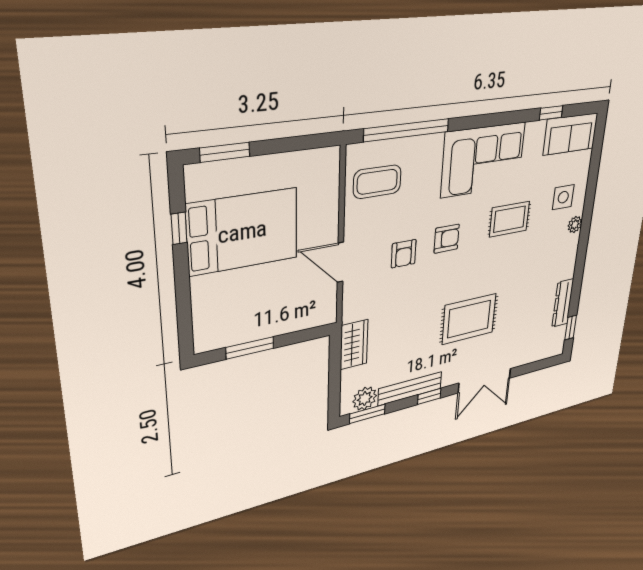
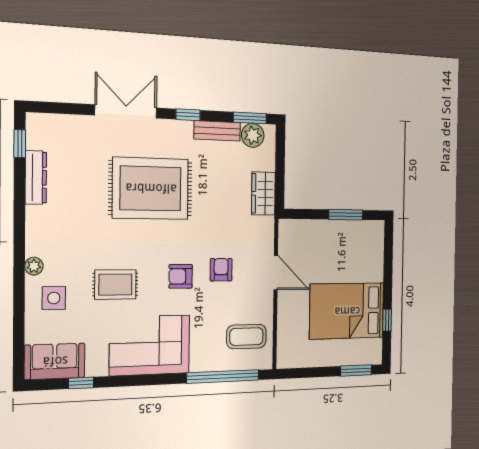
rug: (469, 319) -> (151, 188), width x1.37, depth x1.44
bench: (410, 389) -> (217, 131), width x0.73

